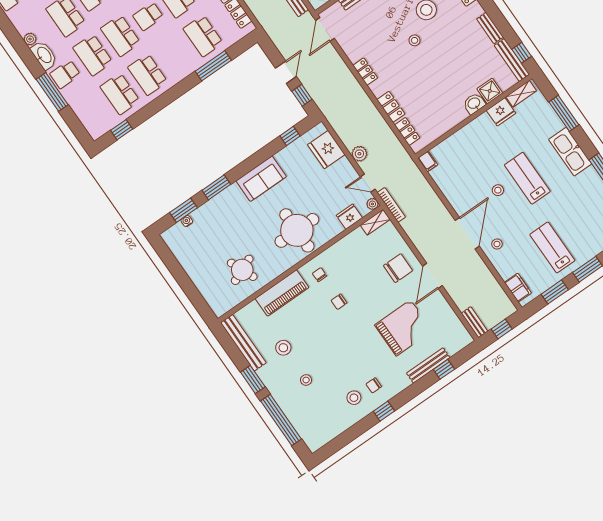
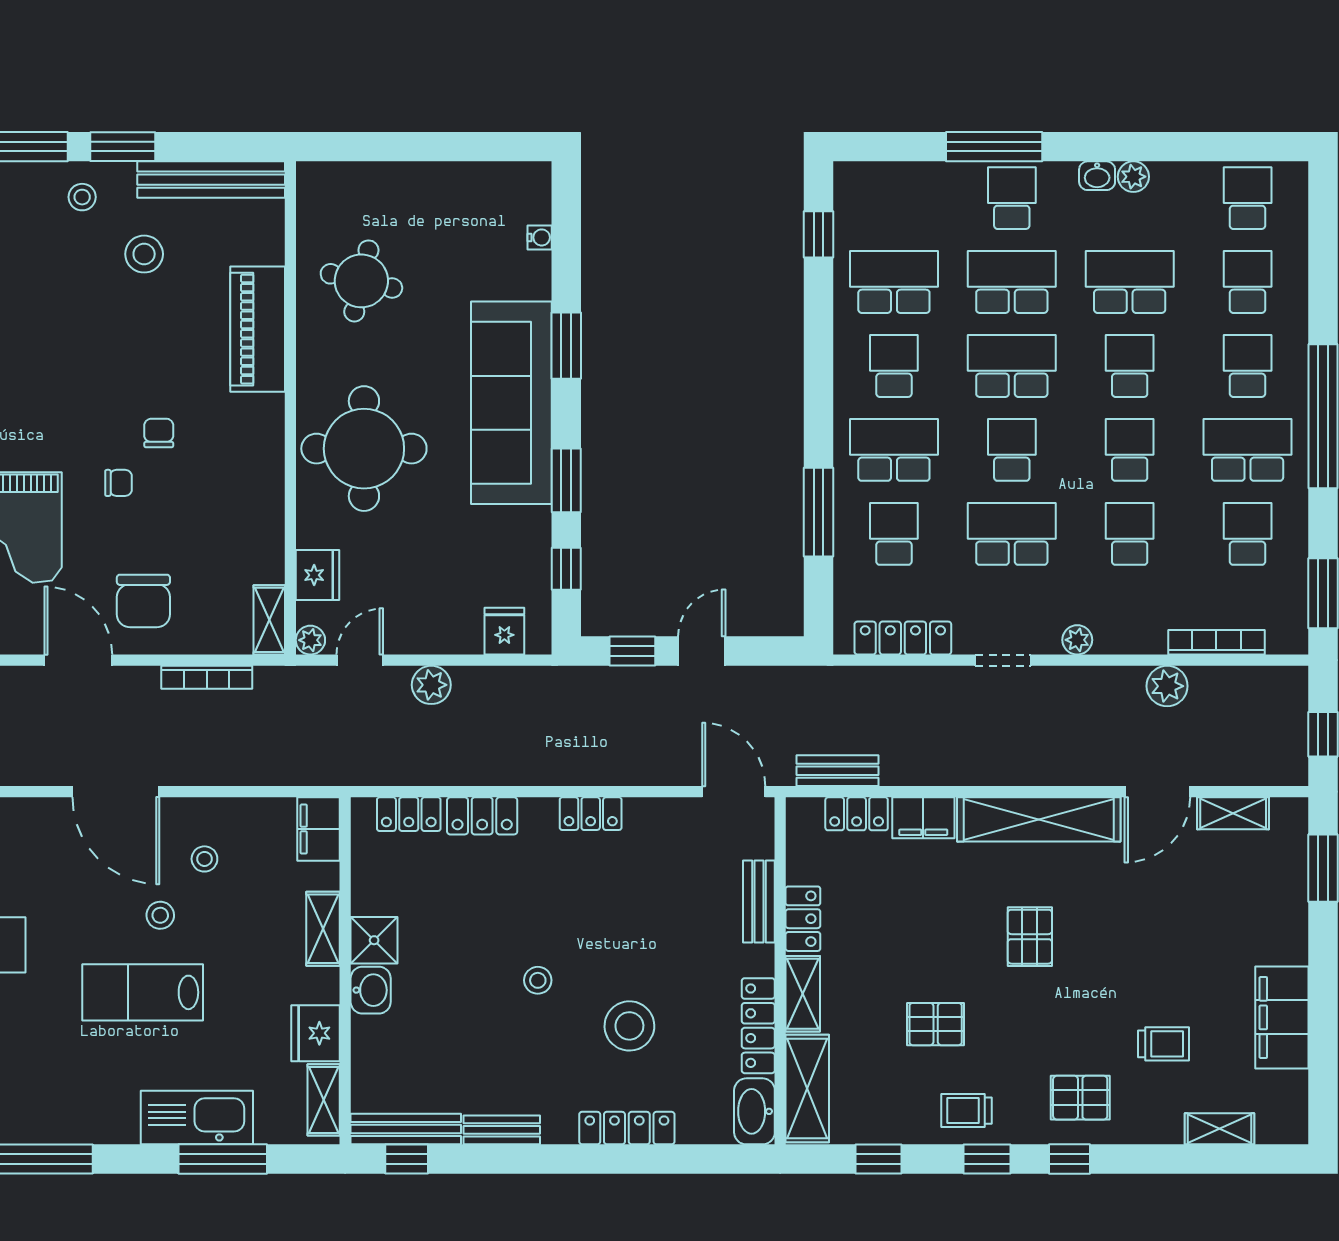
school desk: (203, 36) -> (894, 534), width x0.54
stool: (415, 40) -> (538, 980), moved
washbasin: (44, 55) -> (1097, 176), width x0.52, depth x0.69
school desk: (175, 55) -> (894, 450), added
door: (286, 72) -> (702, 651), swing flipped
school desk: (148, 75) -> (894, 366), width x0.54
shower: (490, 91) -> (374, 940), moved
shelving: (465, 133) -> (323, 929), added
fridge: (326, 150) -> (504, 631), width x0.53, depth x0.75
kitchen sink: (570, 152) -> (197, 1118), moved
filing cabinet: (428, 161) -> (319, 829), width x2.00
lab bench: (527, 178) -> (143, 992), turned 180
sofa: (261, 179) -> (511, 403), width x1.85, depth x1.27
bookcase: (391, 205) -> (207, 677), moved
window: (184, 210) -> (566, 480), moved
stool: (497, 244) -> (204, 859), moved
round table: (242, 270) -> (361, 281), turned 36
chair: (320, 275) -> (118, 483), moved
stool: (306, 380) -> (82, 197), moved

